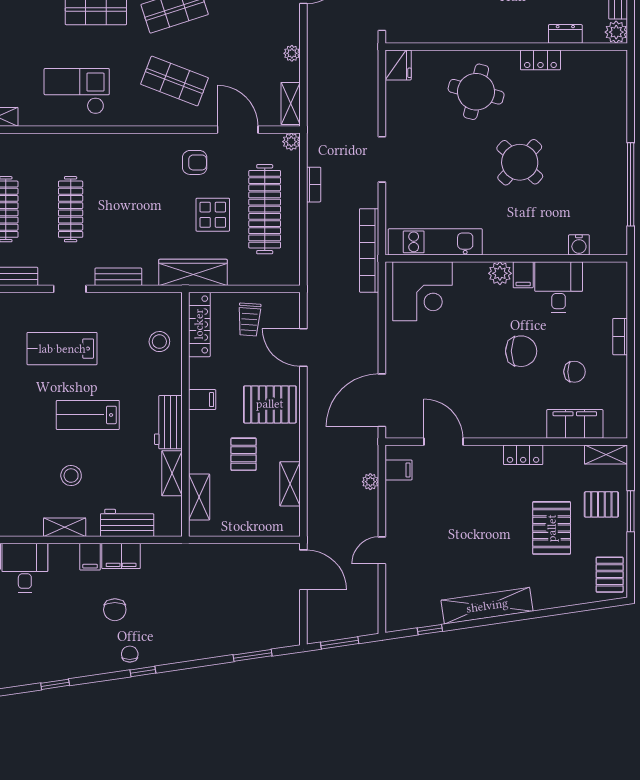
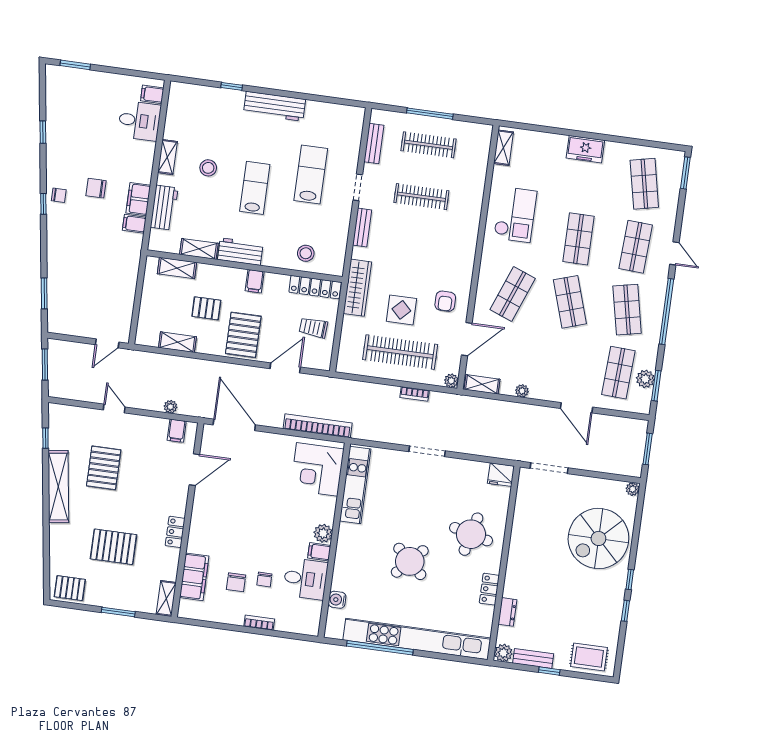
kitchen unit: (614, 140) -> (417, 639), added
bookcase: (369, 250) -> (318, 426), moved
chair: (521, 351) -> (264, 579), moved, width x0.54, depth x0.54
pallet: (601, 504) -> (104, 468), moved, width x1.50, depth x1.42
filing cabinet: (90, 557) -> (134, 224), moved
door: (303, 570) -> (107, 343), width x0.73

